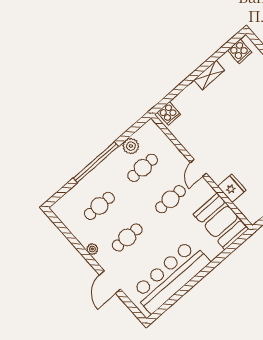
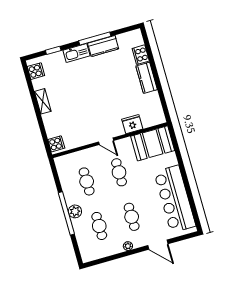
plant: (131, 146) -> (75, 211), moved

